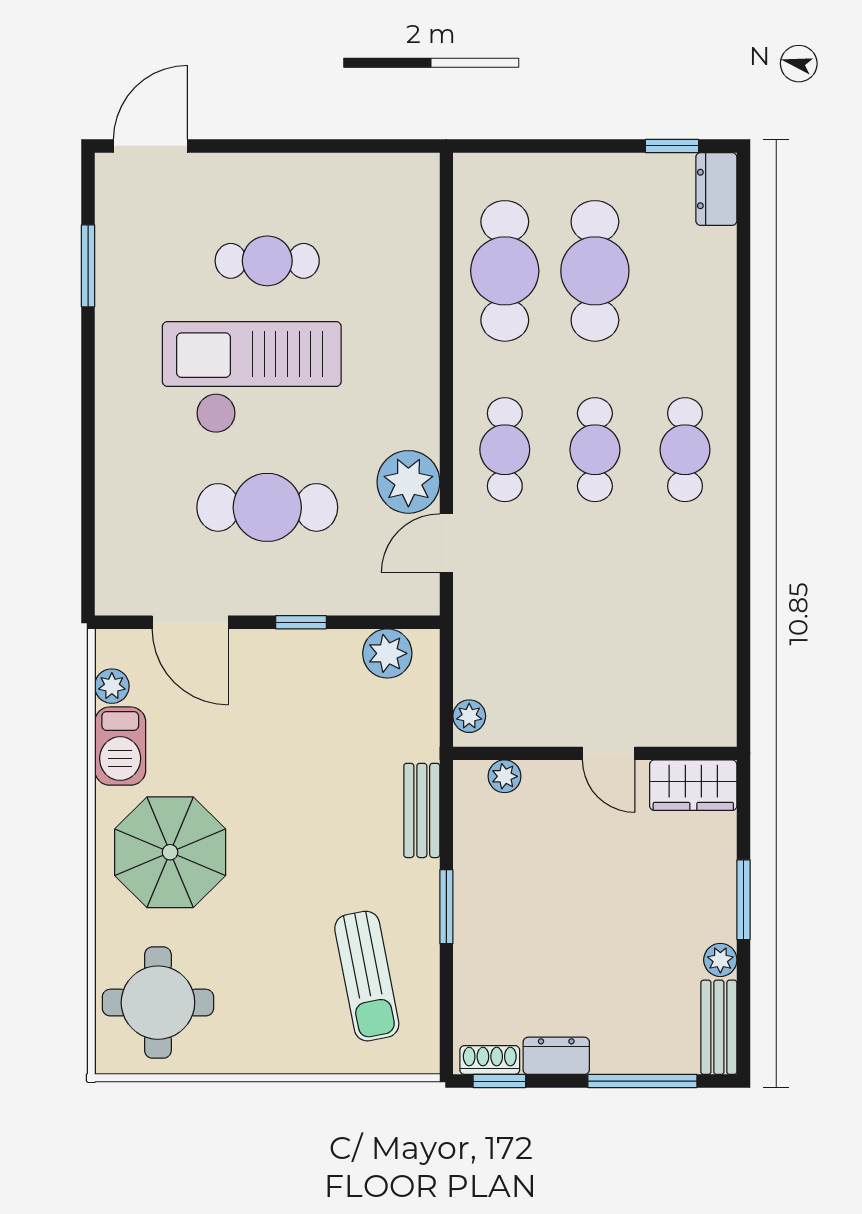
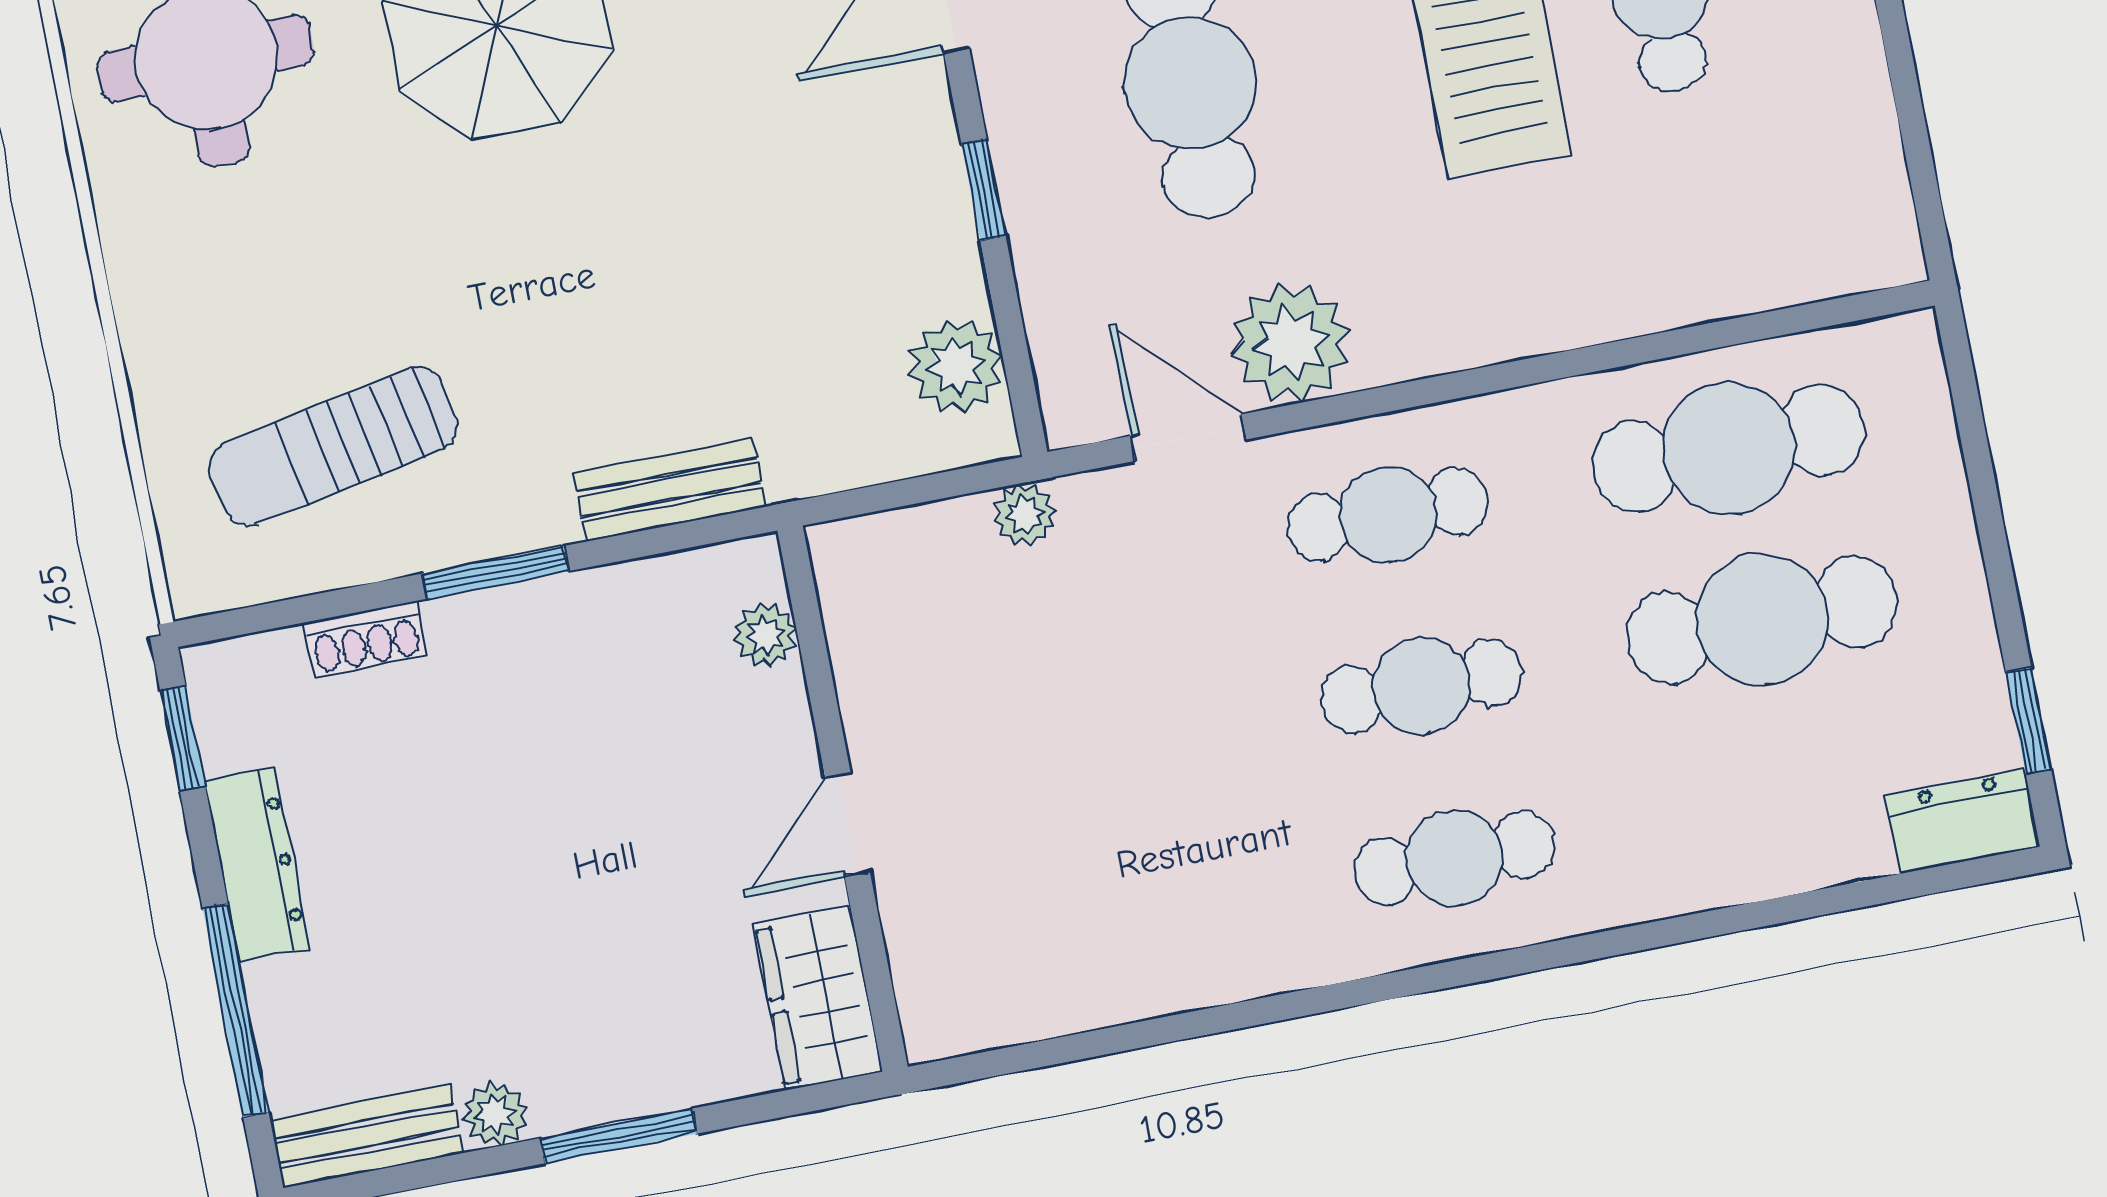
plant: (469, 716) -> (1024, 515), moved
dresser: (556, 1056) -> (257, 865), width x1.44
shoe rack: (490, 1060) -> (366, 639), moved, turned 90

